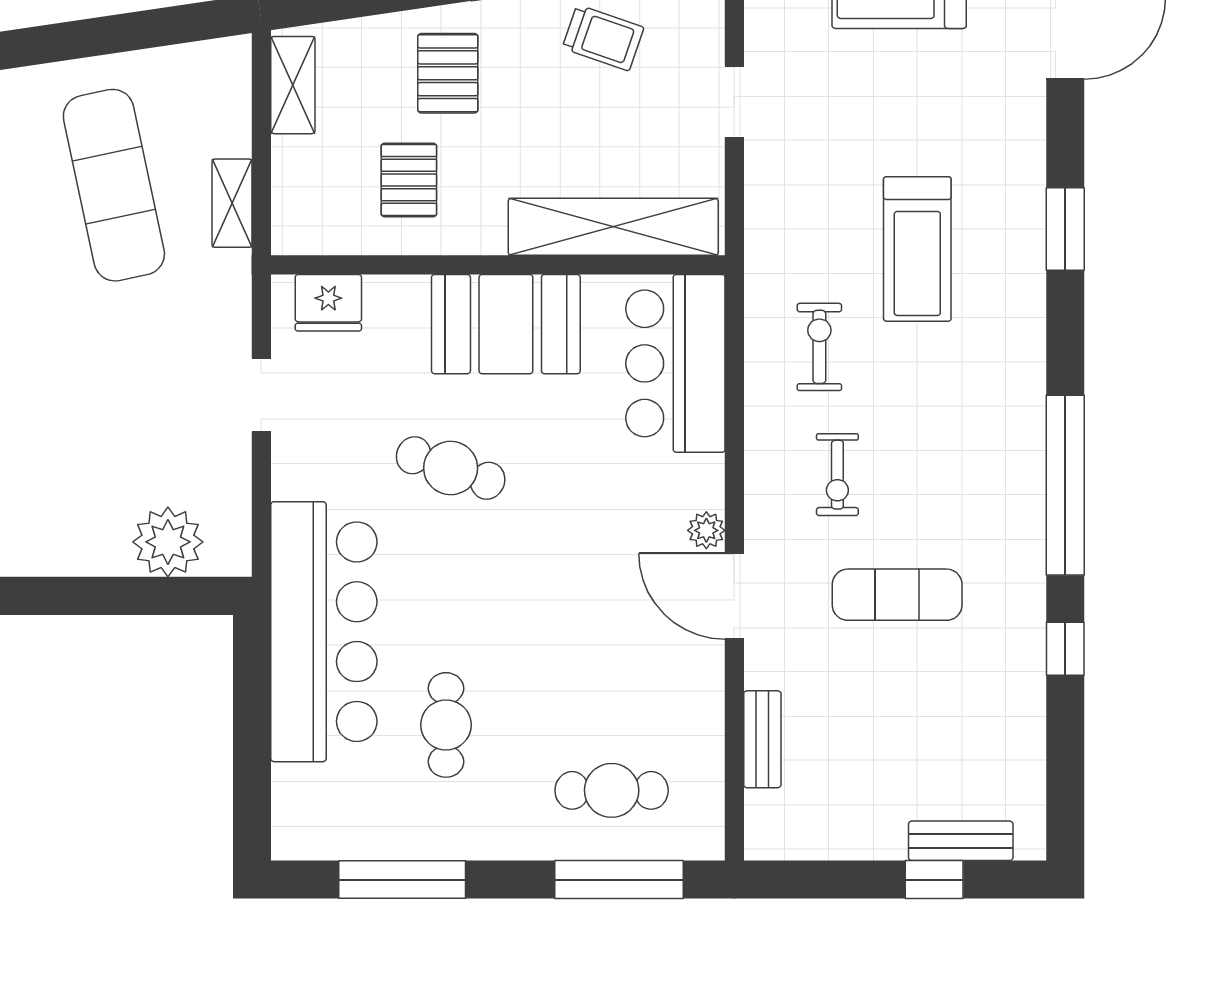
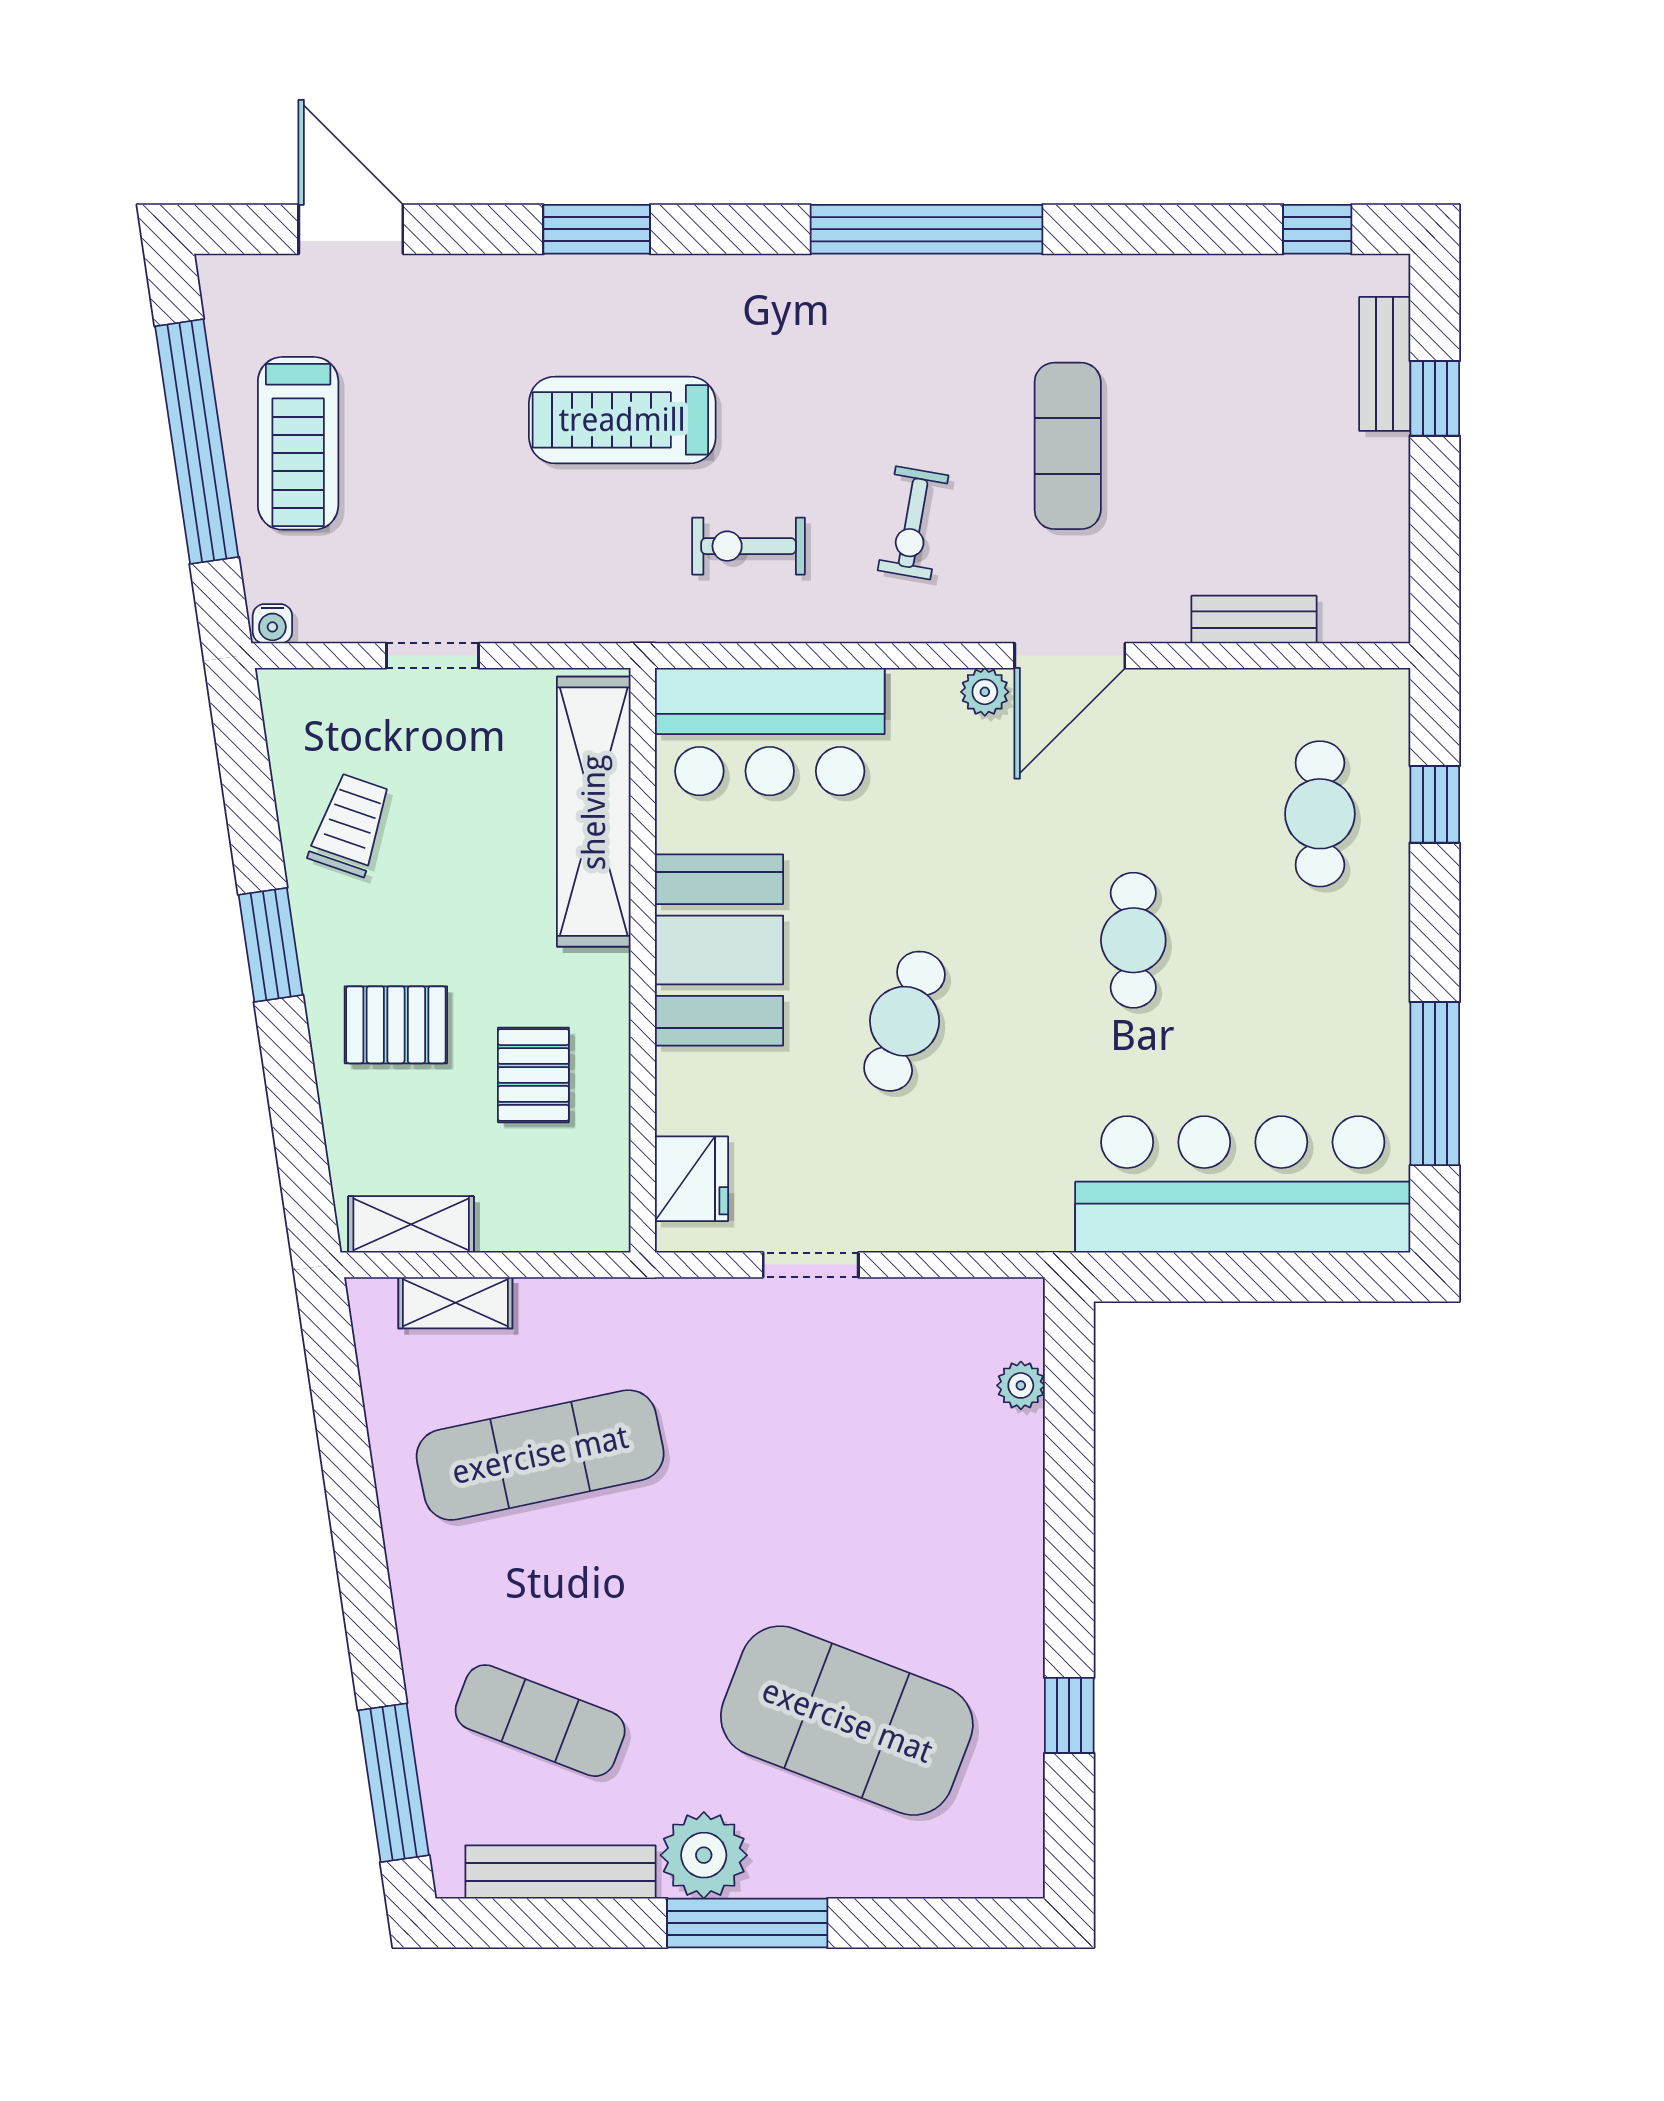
pallet: (409, 180) -> (533, 1075), turned 90
shelving: (232, 203) -> (455, 1303), moved
treadmill: (917, 249) -> (622, 420), turned 180
exercise bike: (837, 475) -> (913, 523), turned 100
plant: (168, 542) -> (1021, 1385), width x0.53, depth x0.53
bar counter: (324, 632) -> (1243, 1184), moved
window: (1065, 649) -> (1317, 229), moved
cafe table: (446, 725) -> (1133, 940), moved, turned 90
window: (619, 880) -> (1435, 804), width x0.46

